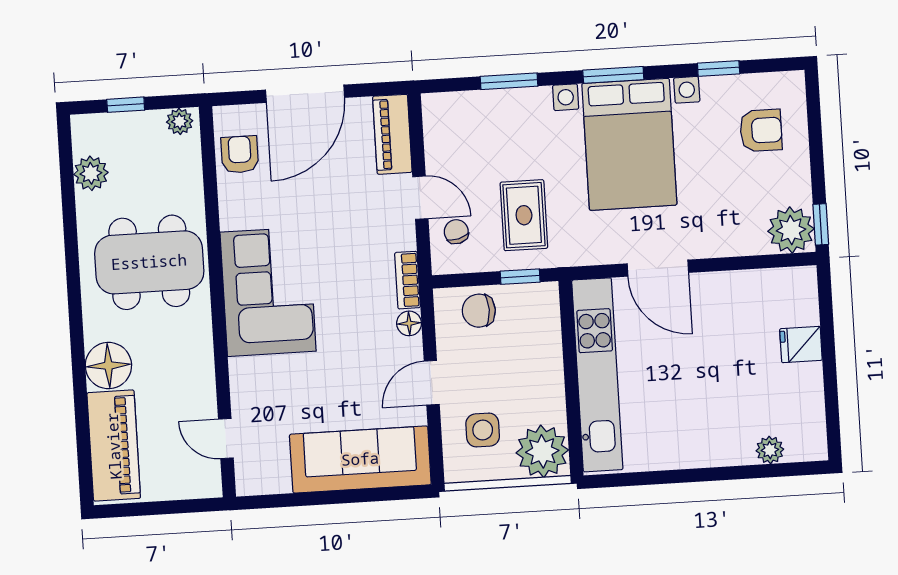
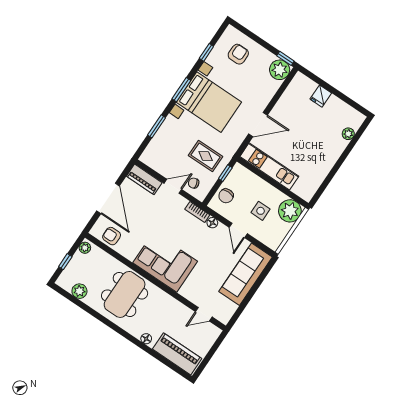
floor lamp: (108, 366) -> (146, 339), width x0.53, depth x0.53
kitchen unit: (597, 375) -> (269, 166), width x0.73
side table: (483, 430) -> (261, 211), moved

